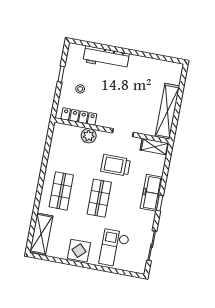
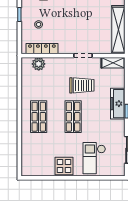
plant: (89, 136) -> (39, 64), moved
trolley: (116, 165) -> (82, 85), turned 180
shelving: (41, 234) -> (28, 158), removed

